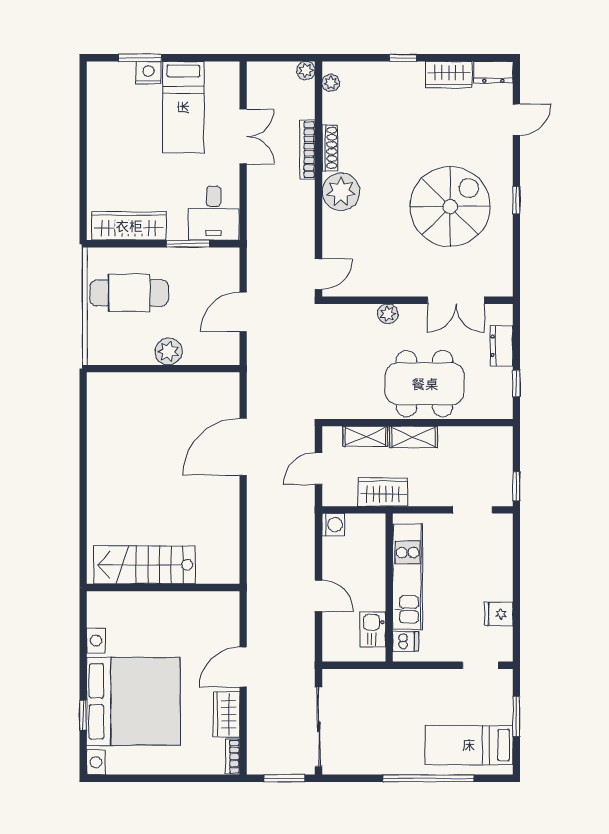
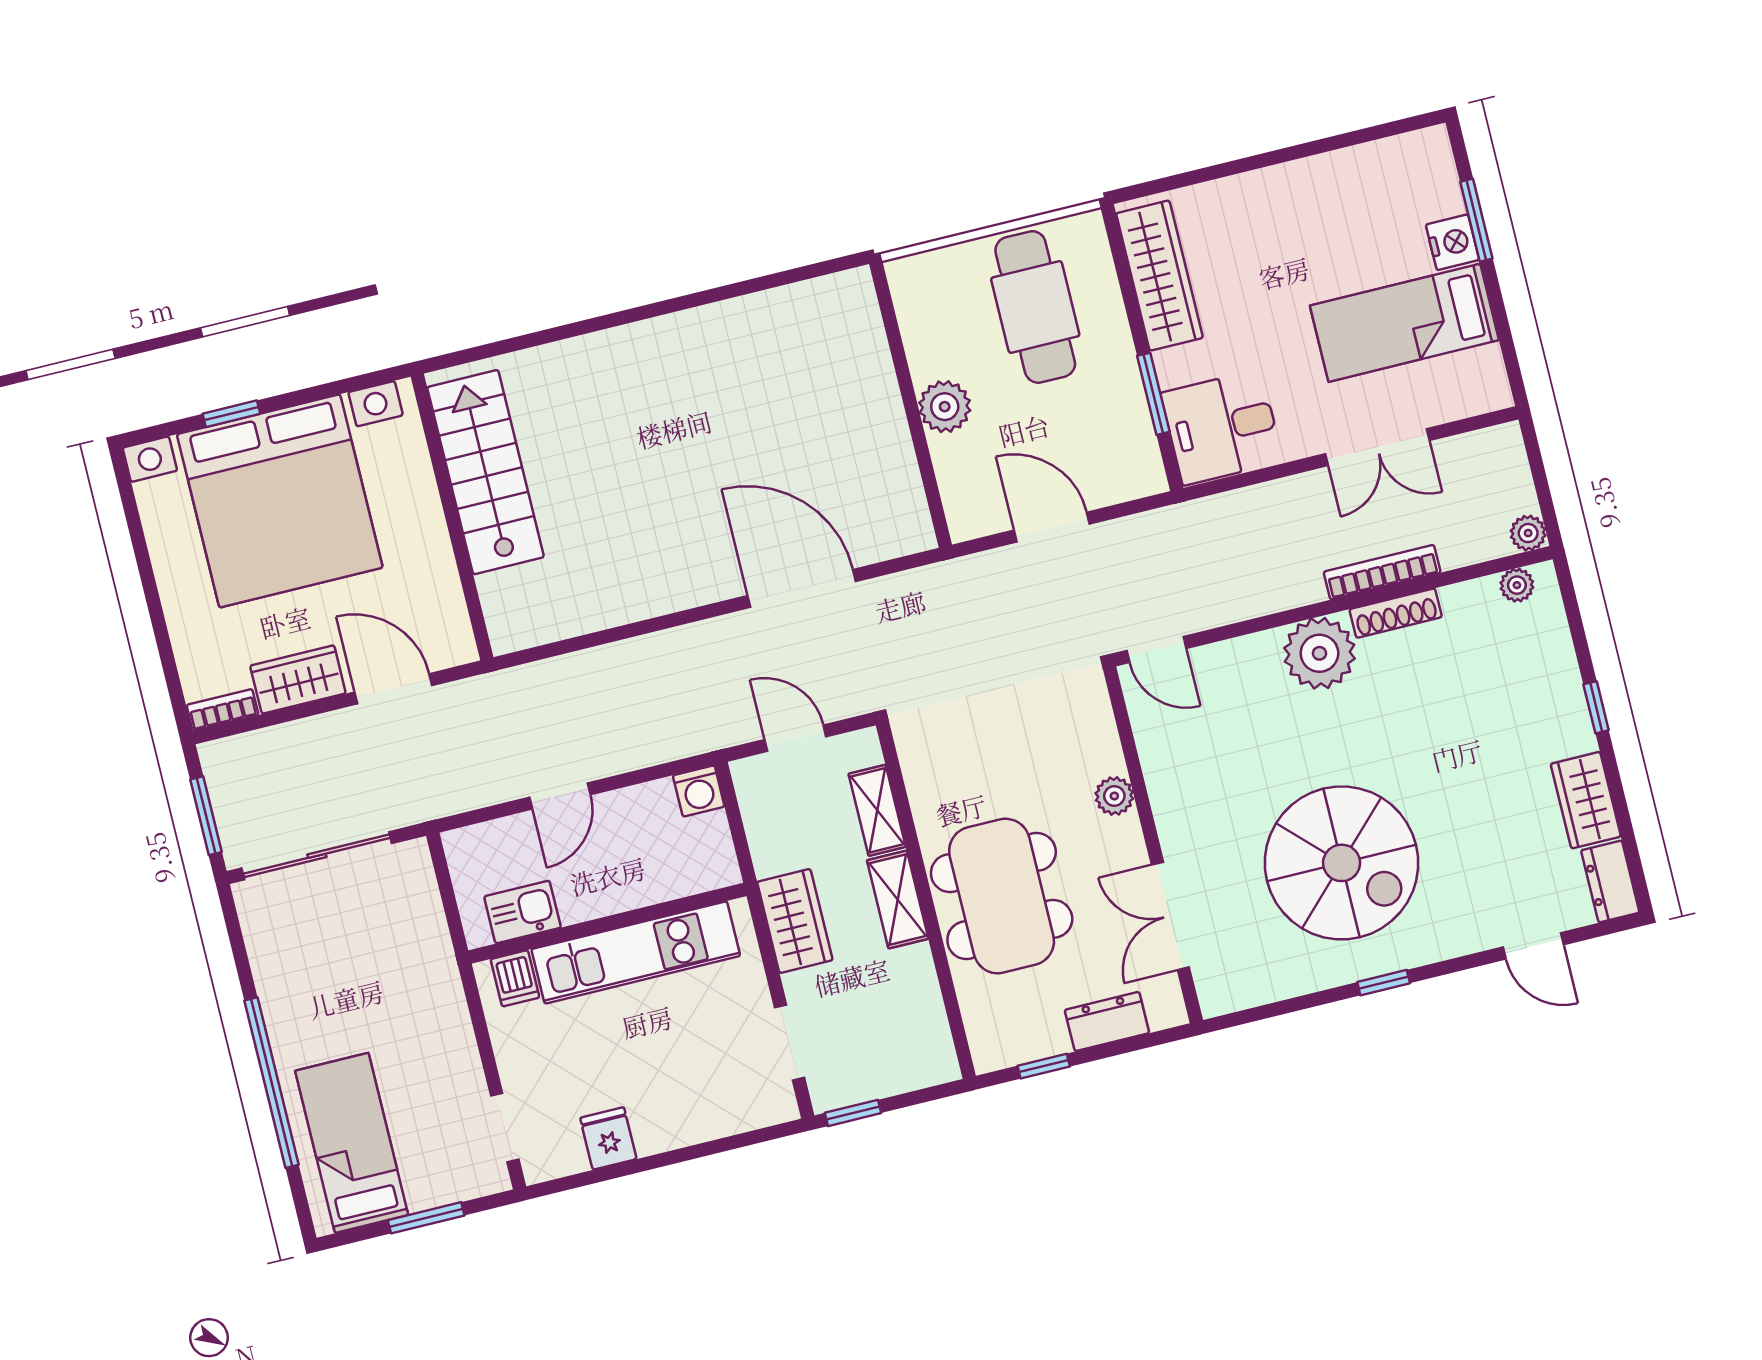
wardrobe: (383, 492) -> (795, 921), moved
stairs: (144, 565) -> (486, 472), moved
wall: (163, 588) -> (452, 517), moved

